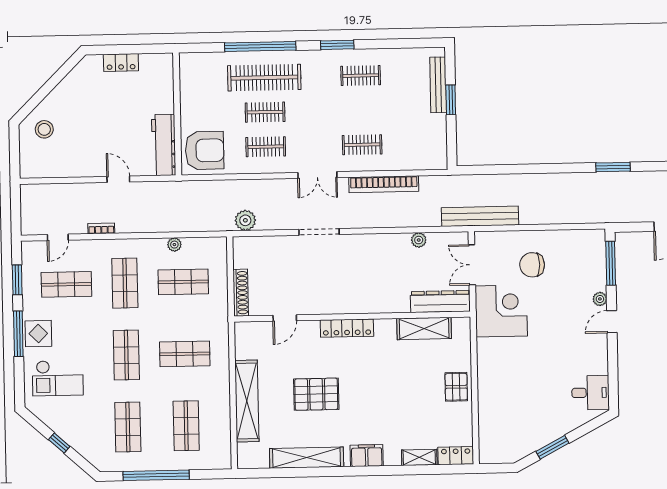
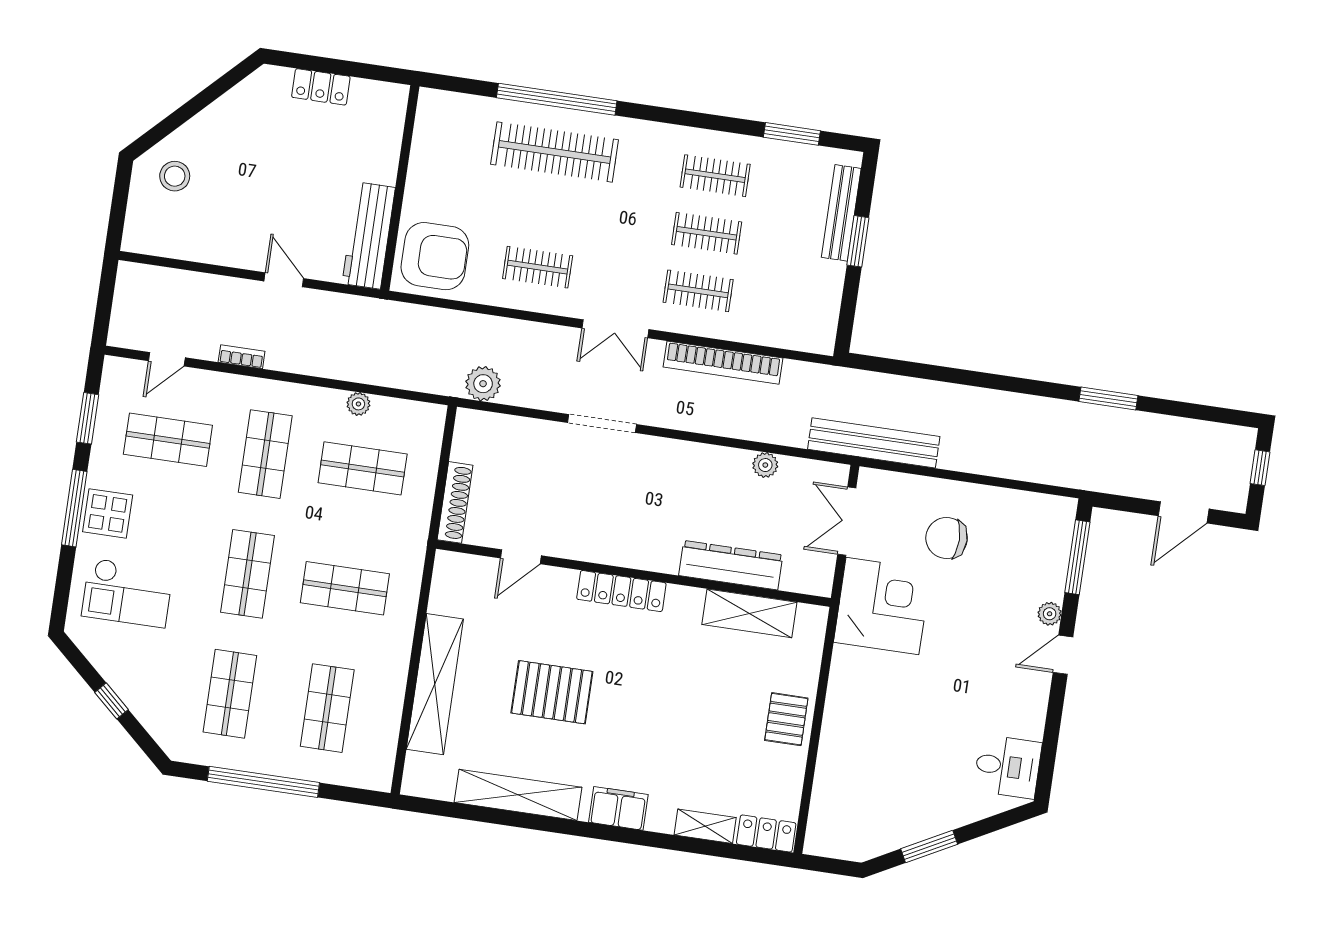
window: (337, 45) -> (792, 134), moved
clothes rail: (265, 112) -> (707, 233), moved
dresser: (440, 301) -> (731, 565), moved

